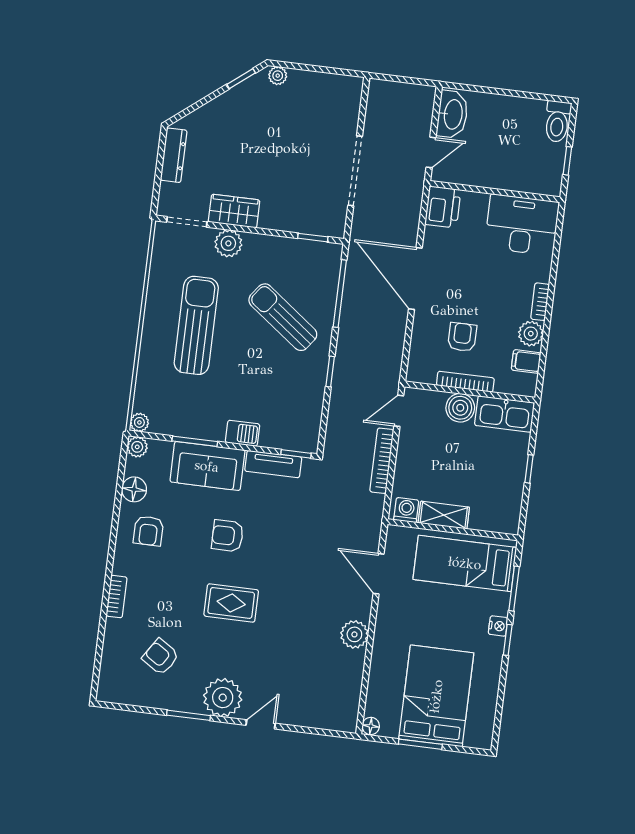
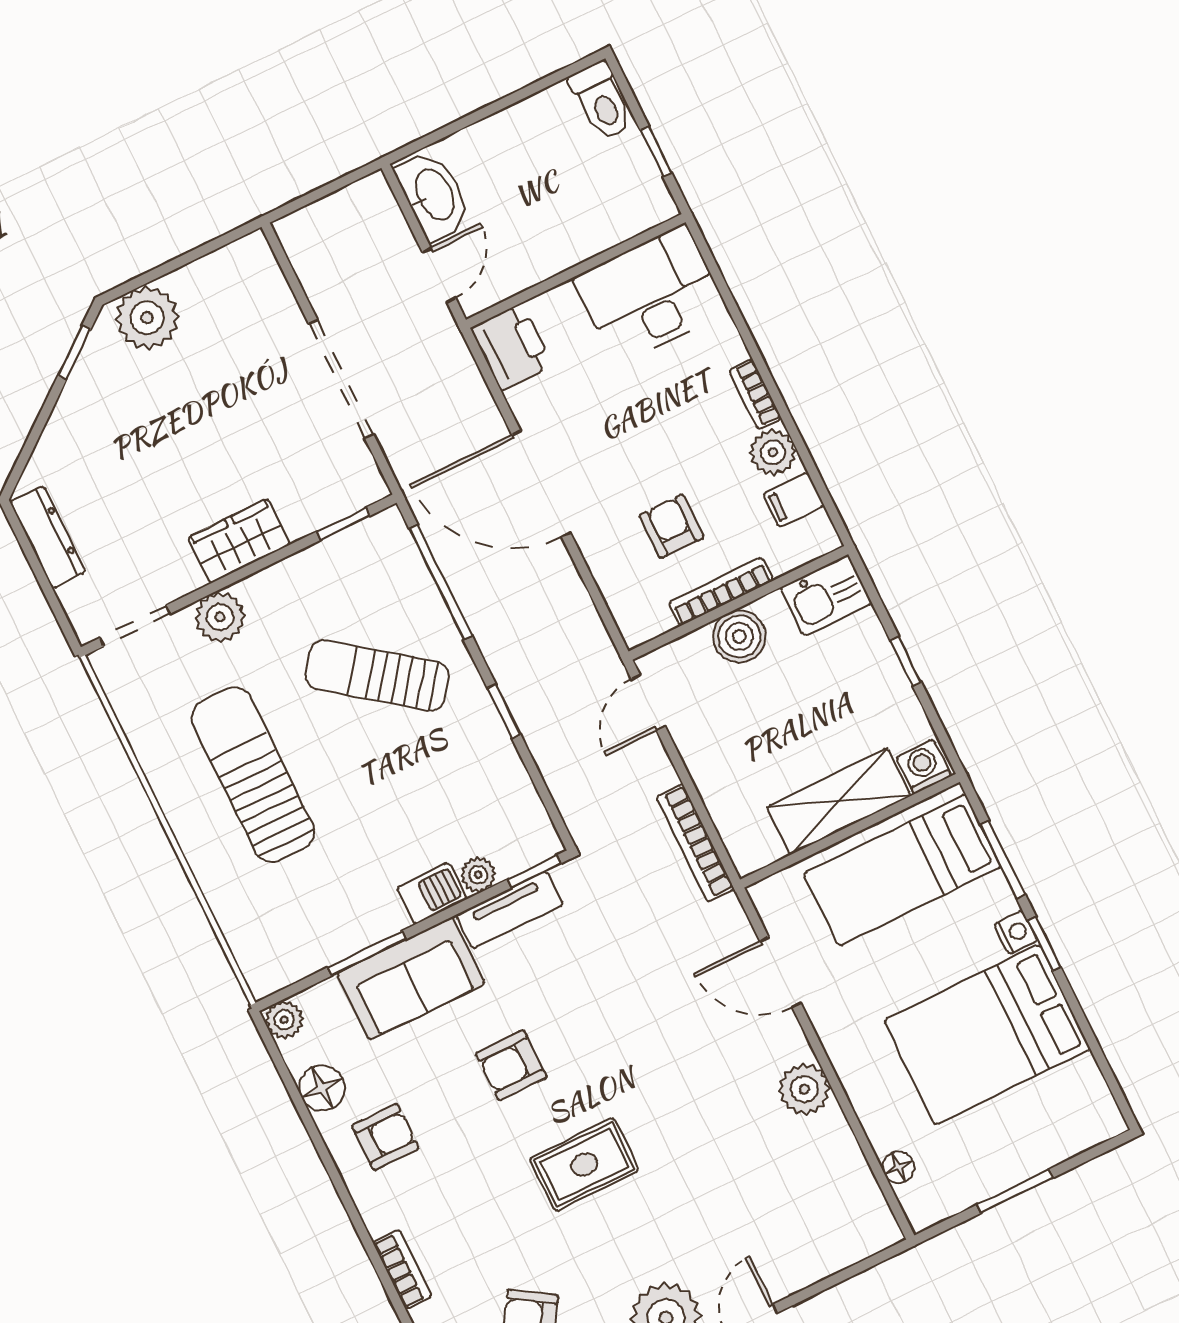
plant: (278, 76) -> (147, 318), width x1.88, depth x1.88
wardrobe: (234, 211) -> (239, 541), moved
kitchen sink: (505, 414) -> (826, 595), width x0.73
plant: (139, 422) -> (478, 875), moved
bookcase: (382, 461) -> (695, 843), moved
washing machine: (406, 510) -> (924, 766), moved
shelving: (444, 515) -> (839, 801), width x1.50, depth x1.33
armchair: (148, 531) -> (385, 1137), turned -90
bed: (436, 696) -> (987, 1035), moved, turned -90
floor lamp: (371, 726) -> (899, 1167), moved

